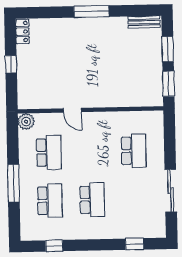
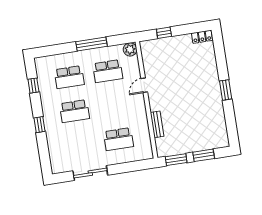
window: (91, 12) -> (226, 90), width x0.69
bench: (144, 22) -> (157, 124), moved
window: (11, 64) -> (164, 33), moved
window: (13, 183) -> (91, 44), moved
window: (135, 244) -> (40, 125), moved

